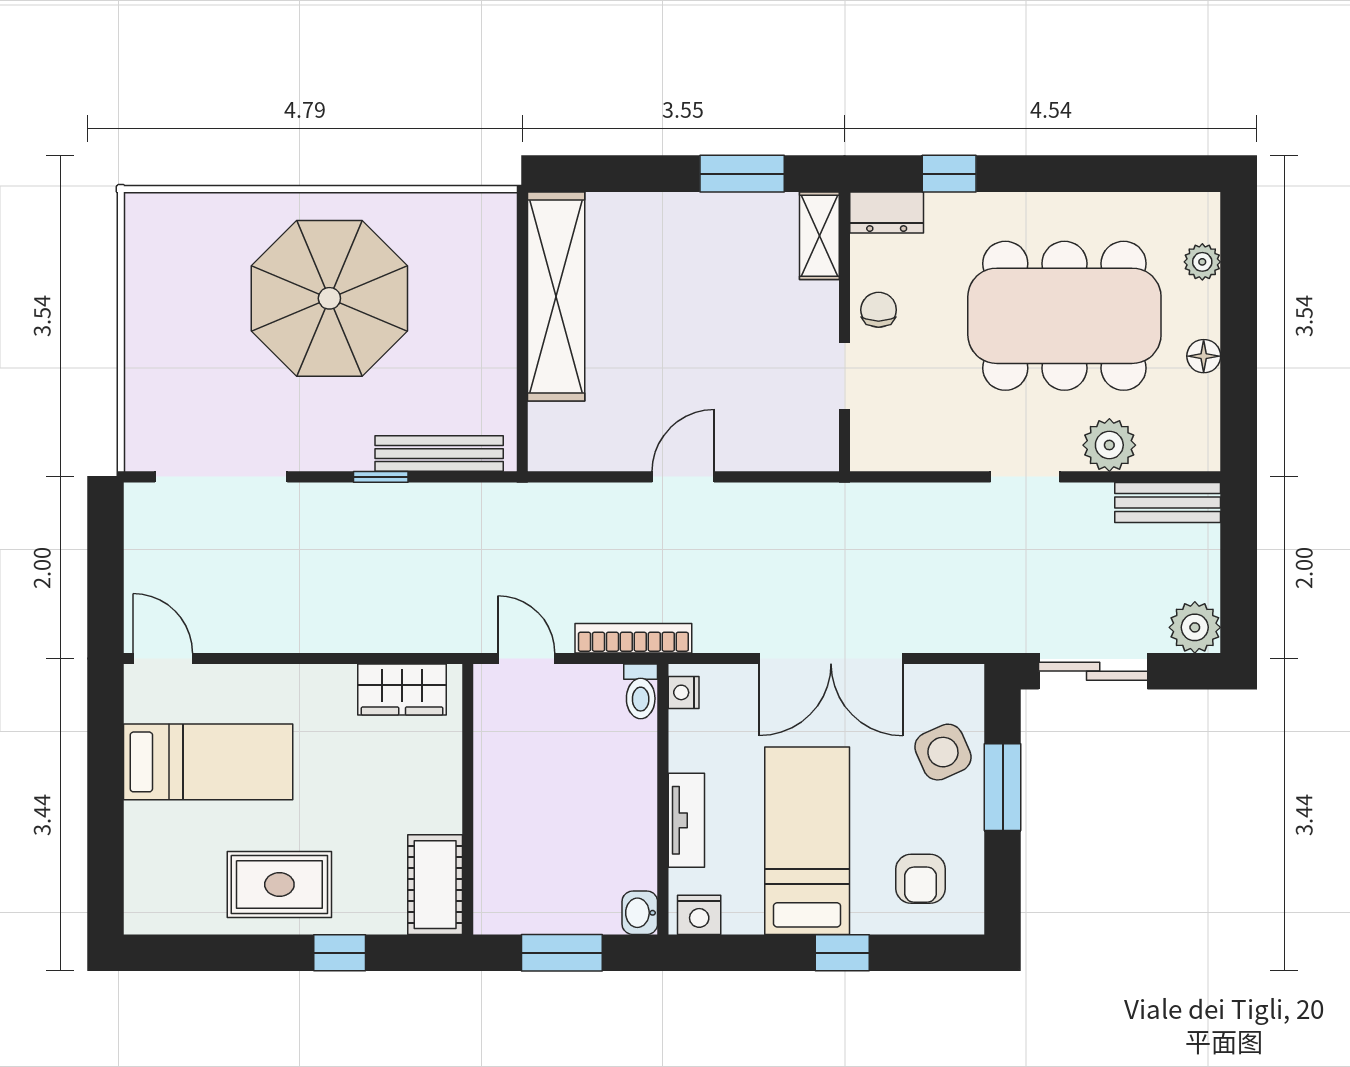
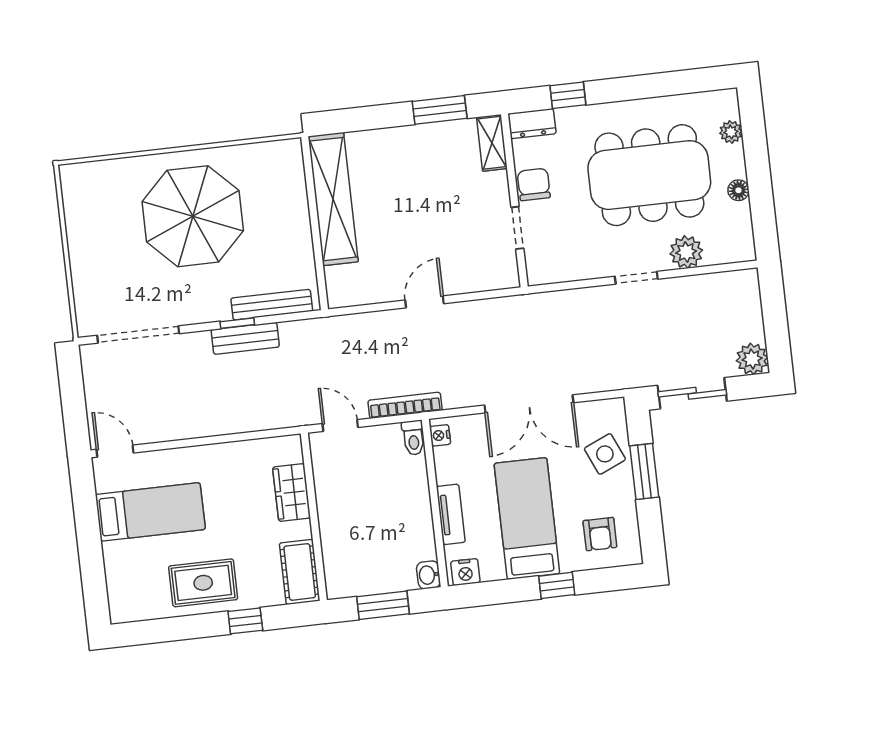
chair: (879, 310) -> (534, 185), width x1.37, depth x1.37
bench: (1168, 503) -> (245, 338), moved
wardrobe: (402, 690) -> (292, 492), moved, turned 90

